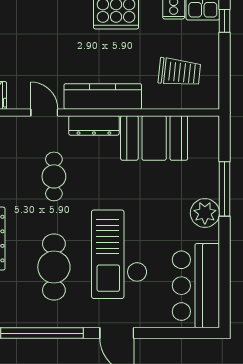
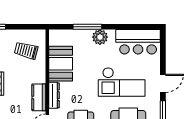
trolley: (179, 72) -> (26, 50), turned -81
kitchen counter: (103, 96) -> (39, 97), width x0.67

